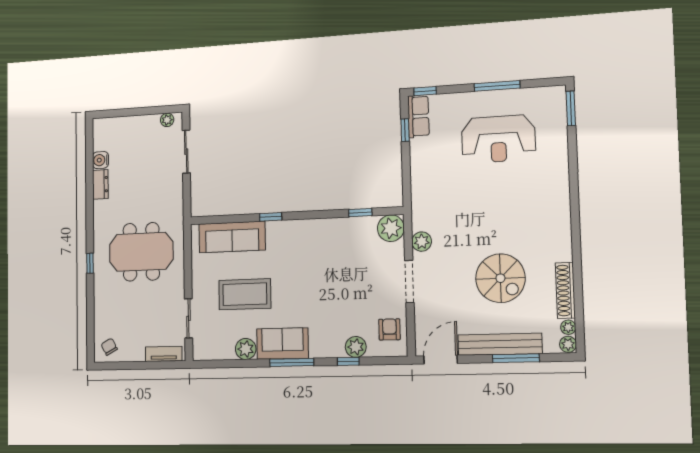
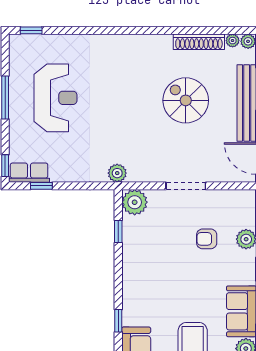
window: (571, 108) -> (31, 30), width x0.67
plant: (422, 242) -> (117, 173), moved
spiral stairs: (500, 278) -> (186, 100), turned -90
armchair: (389, 329) -> (207, 239), moved

